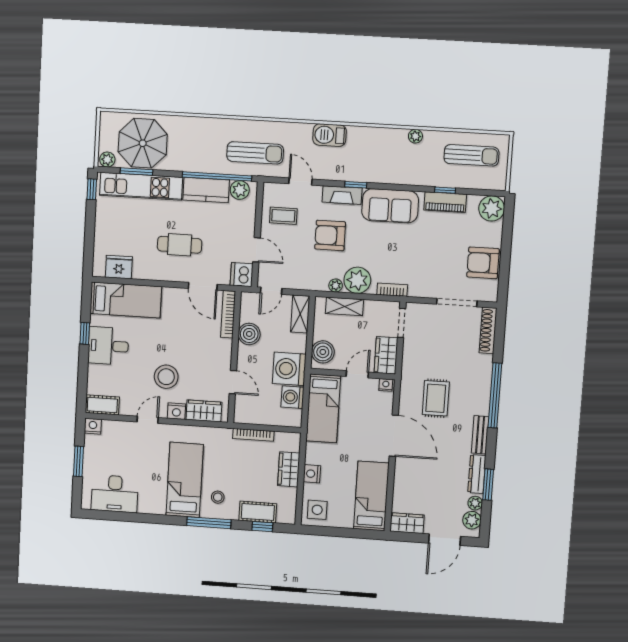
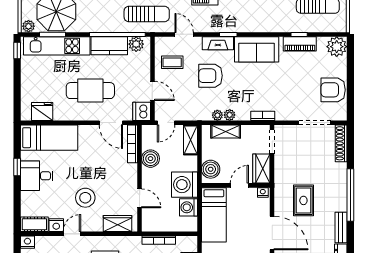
cafe table: (180, 245) -> (90, 91), width x1.37, depth x1.35
plant: (357, 280) -> (230, 115), width x0.53, depth x0.53
nightstand: (176, 411) -> (56, 225), moved

